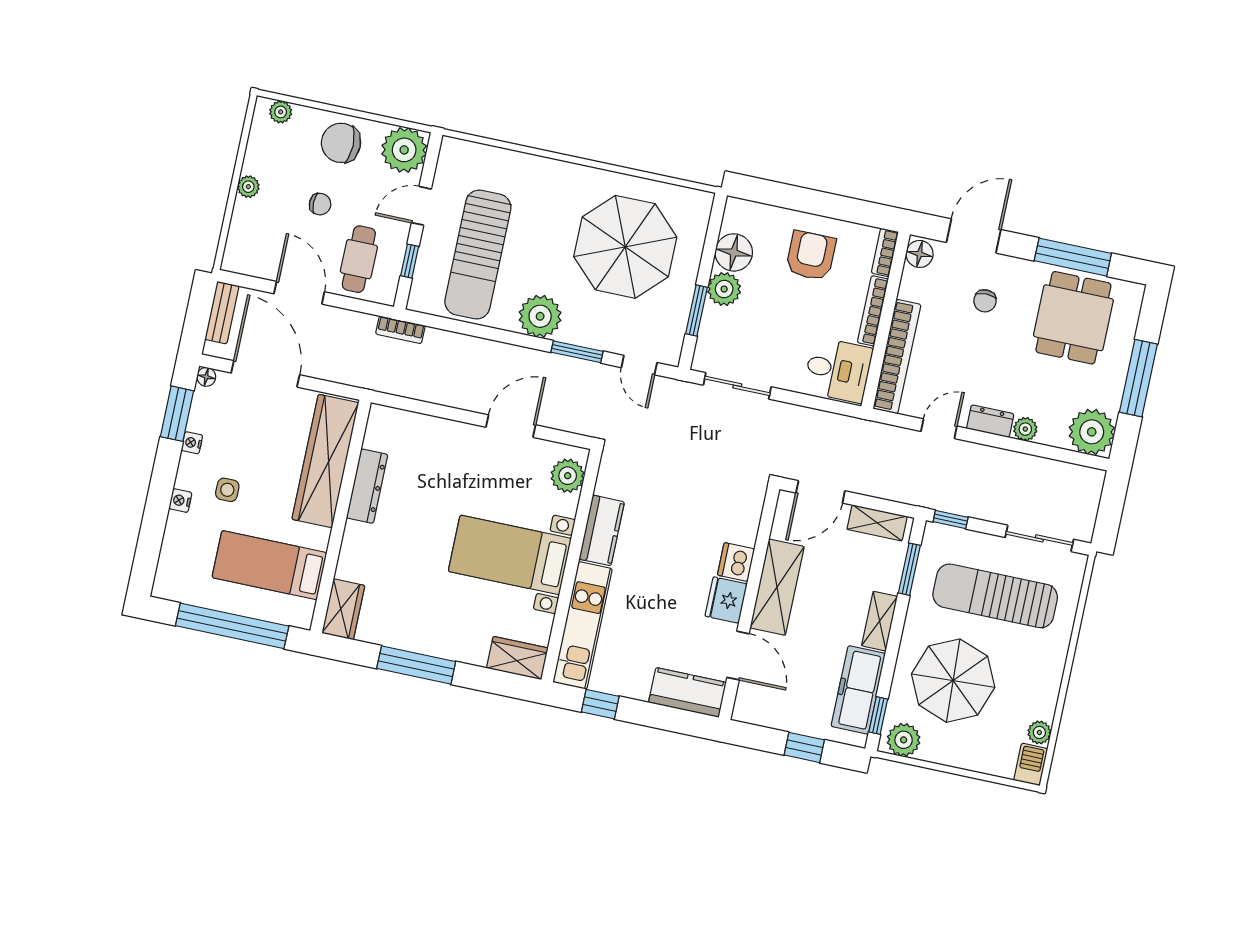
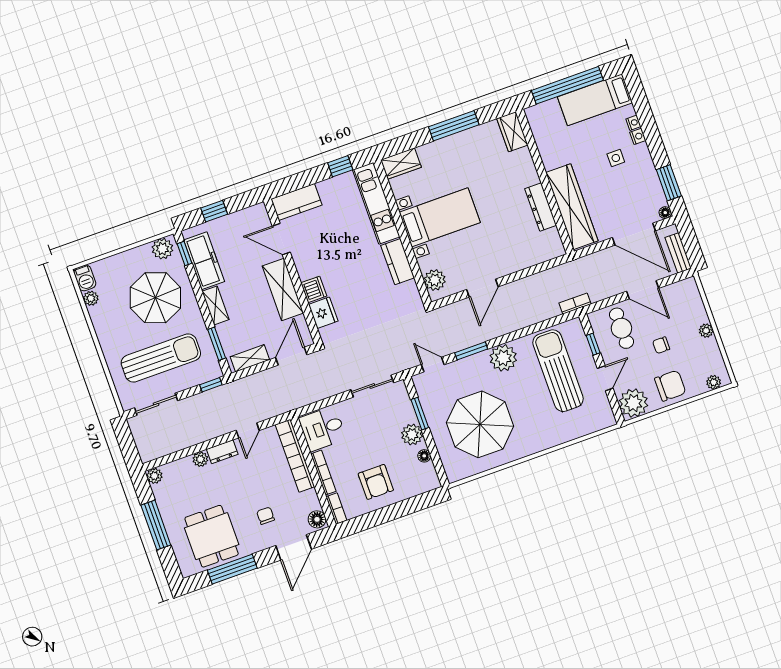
floor lamp: (734, 252) -> (424, 456), width x0.53, depth x0.53
plant: (1092, 432) -> (154, 476), width x0.53, depth x0.53
nightstand: (192, 443) -> (633, 123), moved
bed: (269, 565) -> (595, 100), moved, turned 180
fridge: (726, 600) -> (323, 313), moved

